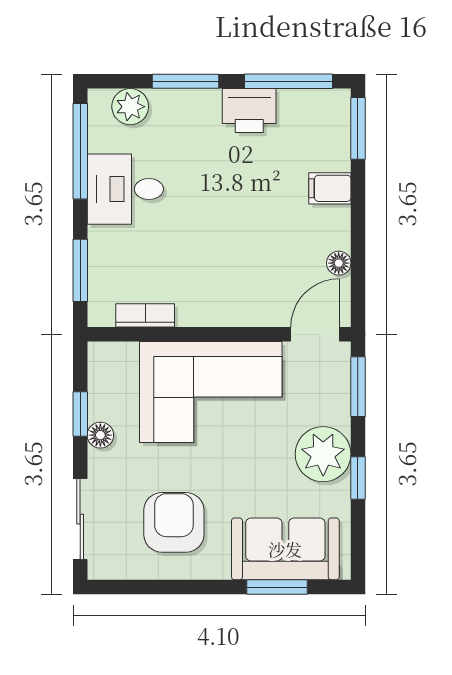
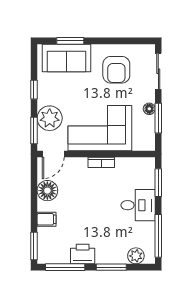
desk: (125, 189) -> (138, 205), moved
floor lamp: (339, 263) -> (47, 191), width x1.89, depth x1.89
bookcase: (145, 315) -> (101, 162), moved
window: (80, 414) -> (158, 118), width x1.50
plant: (323, 454) -> (50, 118), moved

